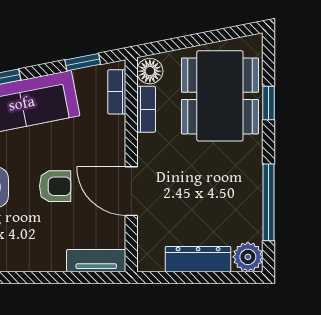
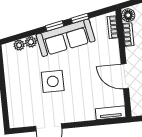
window: (83, 62) -> (80, 18), moved
armchair: (55, 186) -> (86, 78), removed

